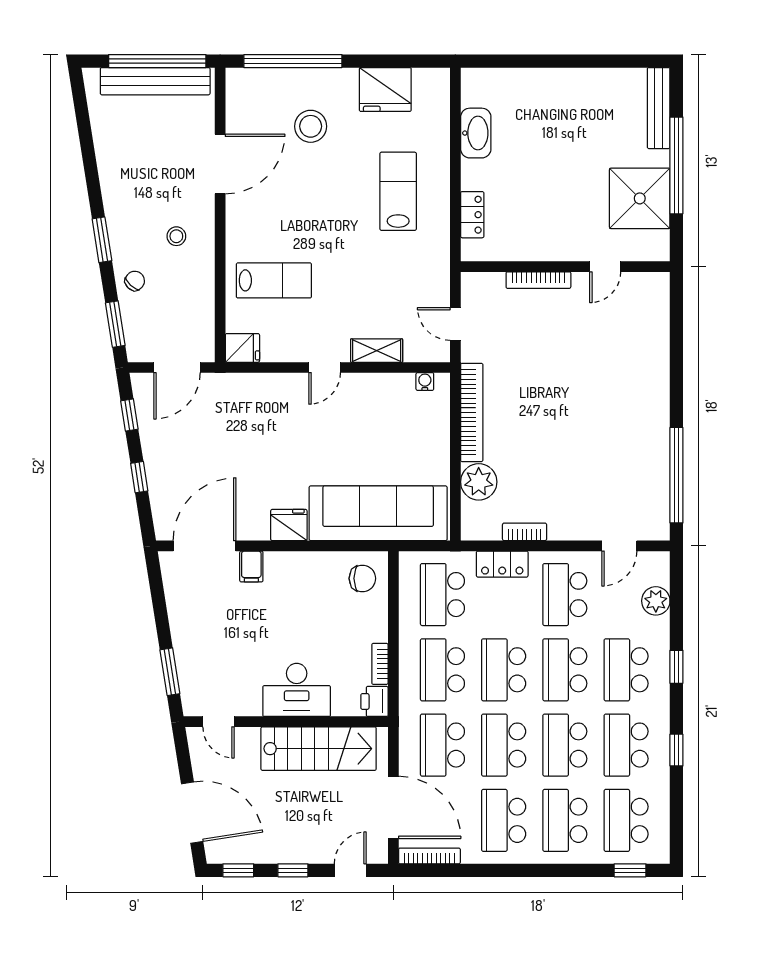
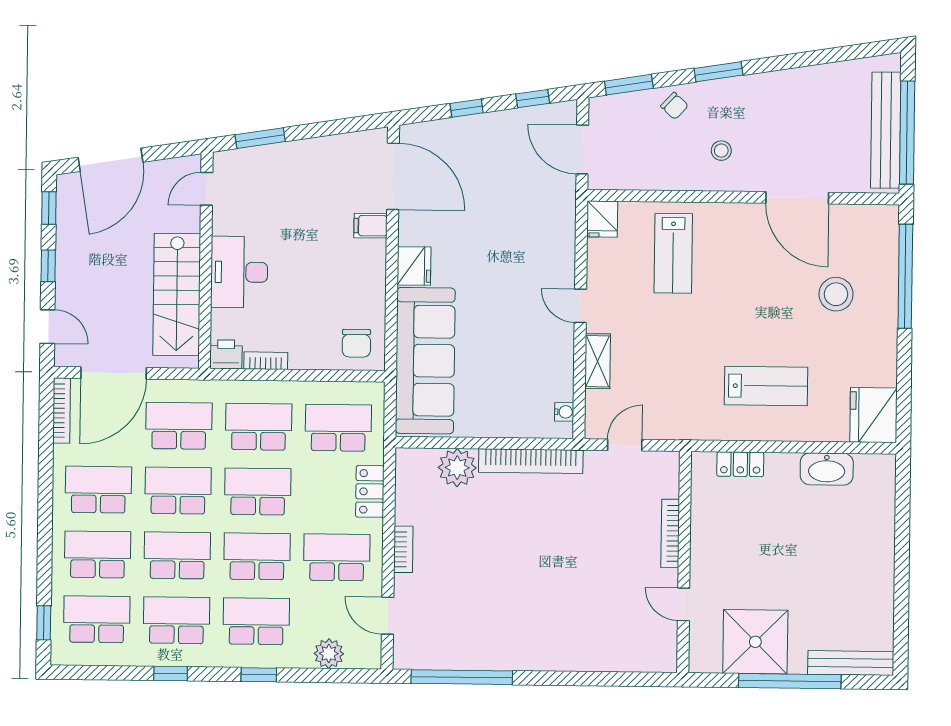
fridge: (385, 89) -> (873, 415), moved
bookcase: (525, 532) -> (403, 549), moved

